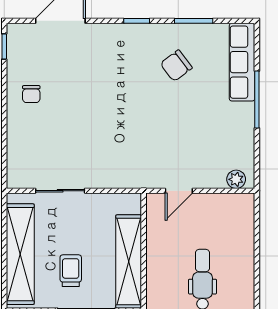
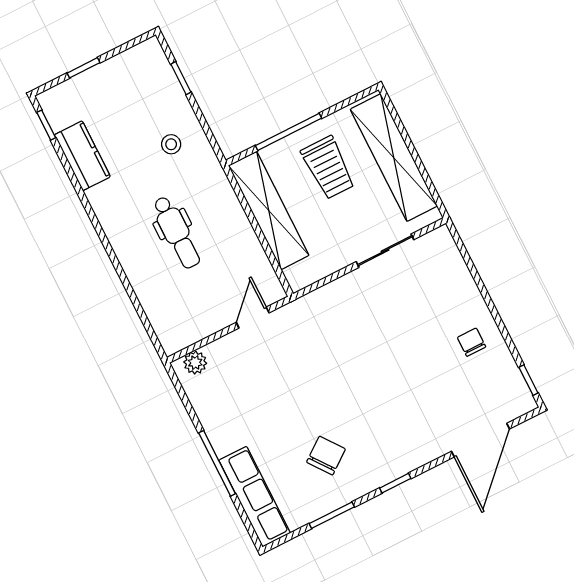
trolley: (71, 271) -> (328, 168), width x1.36, depth x1.39

